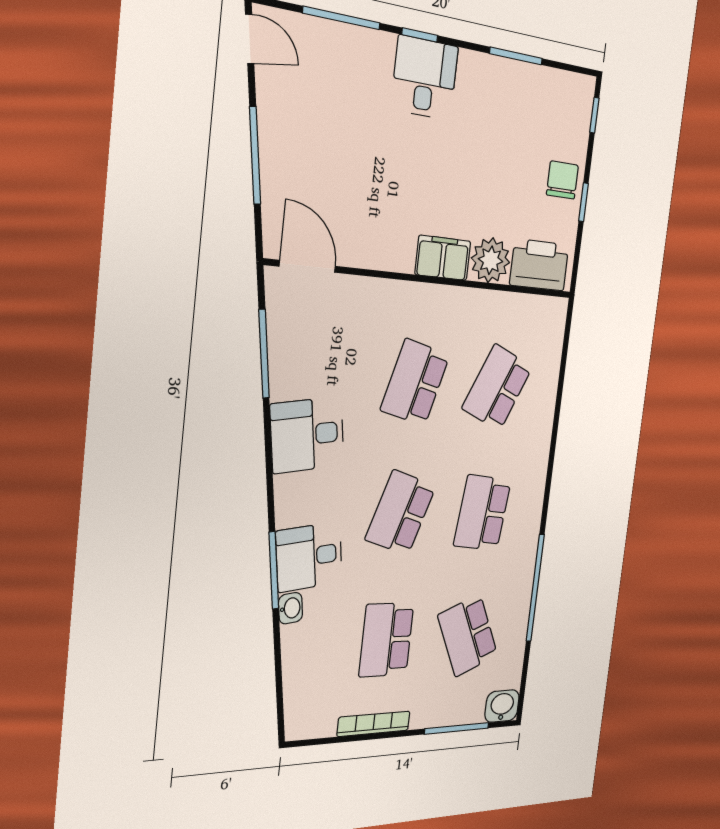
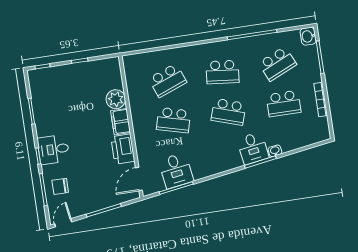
chair: (562, 180) -> (60, 186), moved
printer: (539, 265) -> (123, 149), moved
school desk: (497, 387) -> (168, 80), turned -45
desk: (307, 435) -> (176, 171), moved

